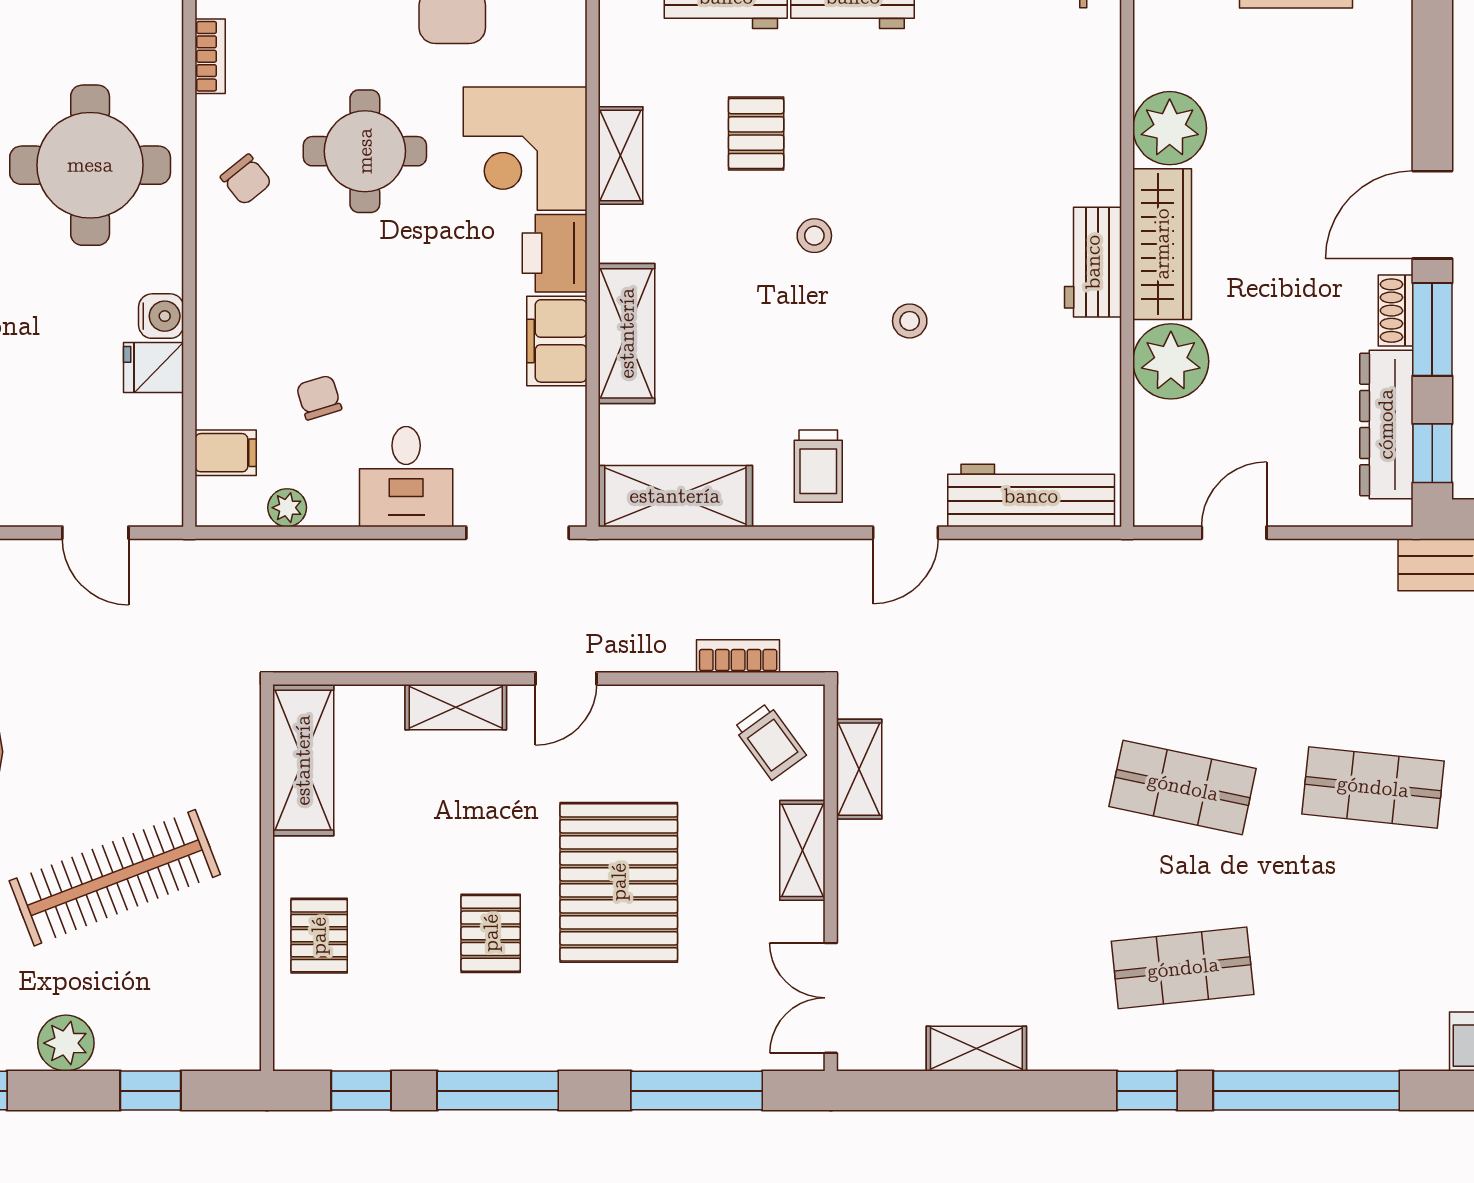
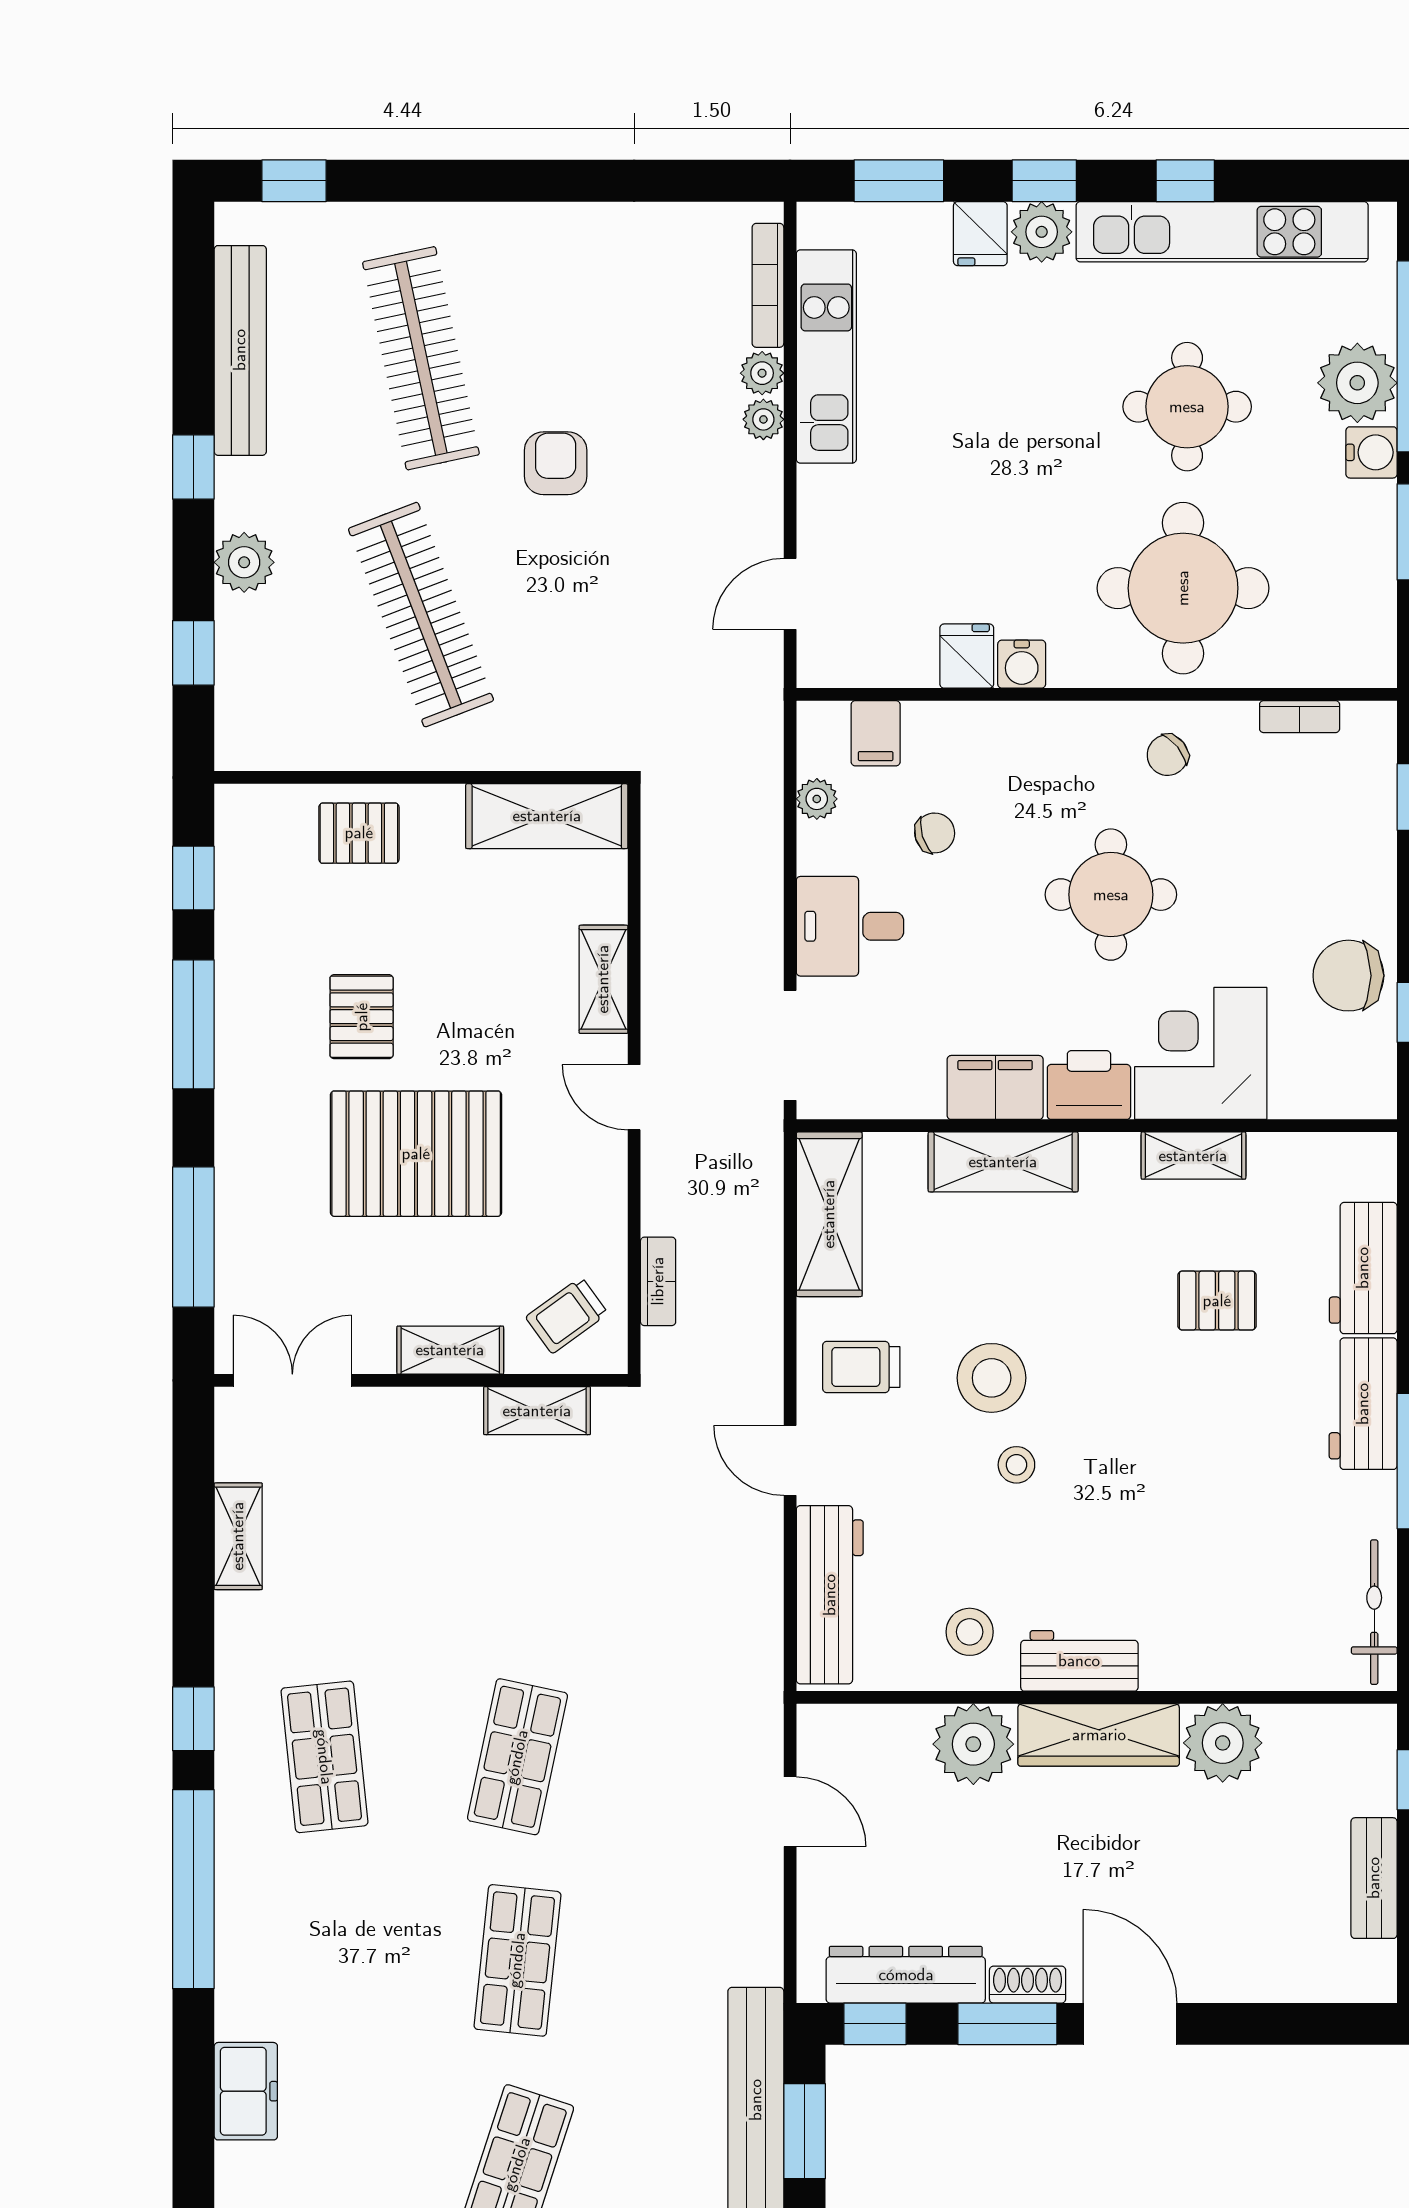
round table: (365, 151) -> (1111, 895), moved
stool: (814, 236) -> (992, 1378), moved, width x1.89, depth x1.89
stool: (1066, 365) -> (970, 1632), added
pallet: (491, 933) -> (362, 1017), turned 90

